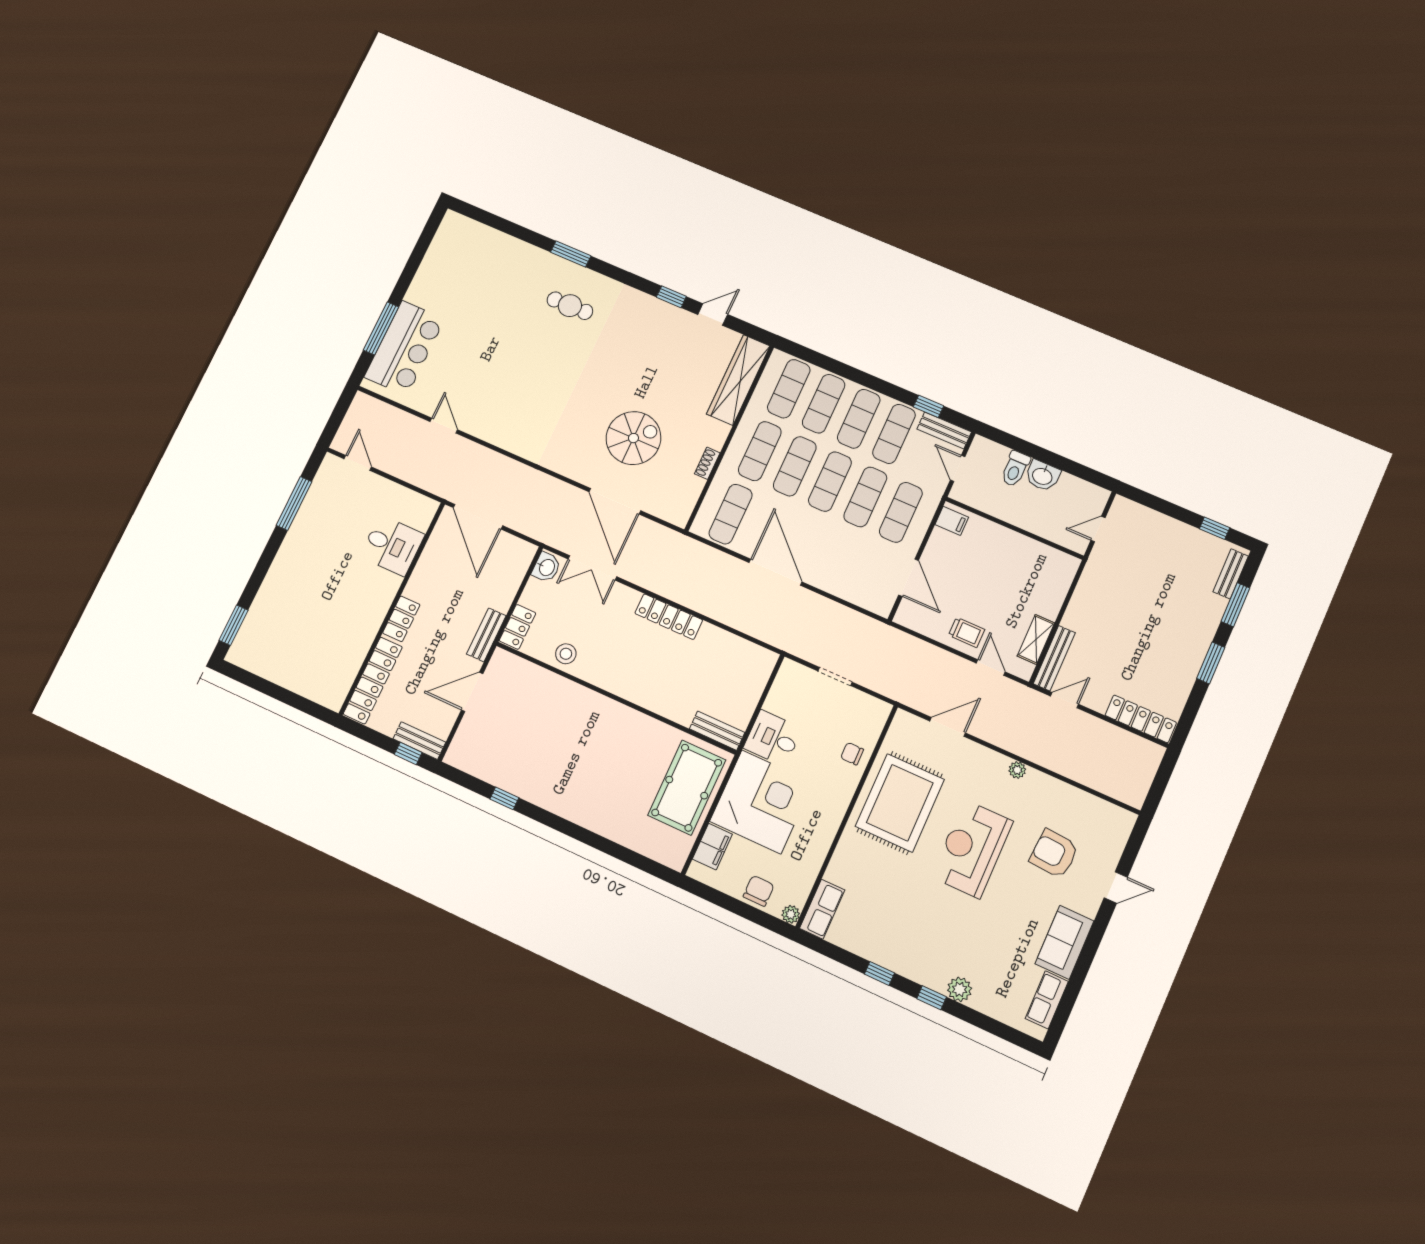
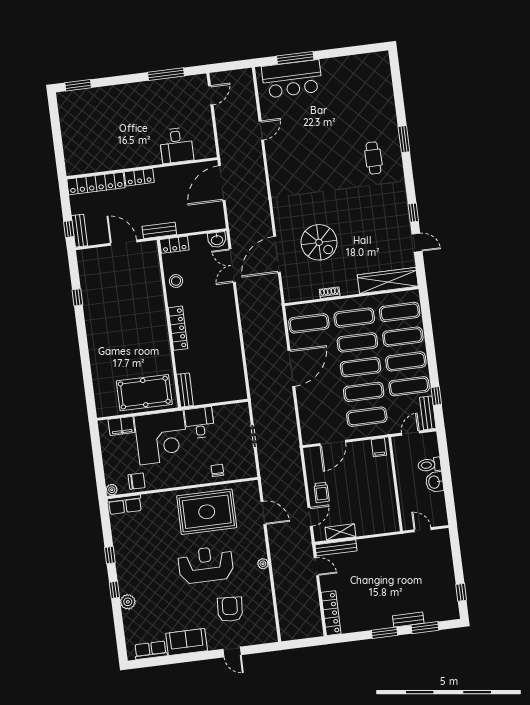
bench: (1231, 574) -> (408, 619), moved
locker: (669, 617) -> (178, 328), moved, turned 180
chair: (759, 891) -> (136, 481), moved

